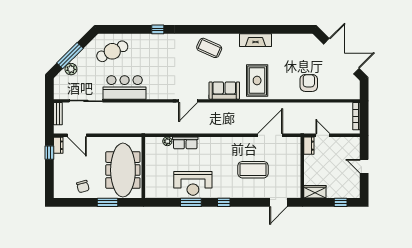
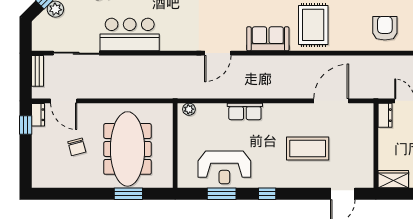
row of seats: (185, 143) -> (245, 111), moved
wall: (143, 167) -> (175, 145), moved
chair: (83, 187) -> (77, 147), moved
window: (108, 202) -> (128, 194), moved

